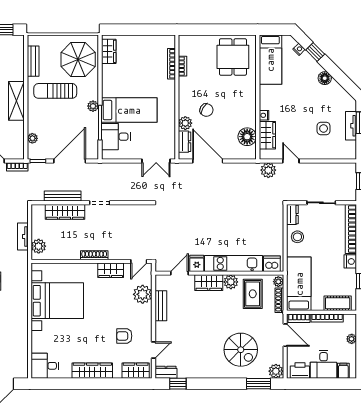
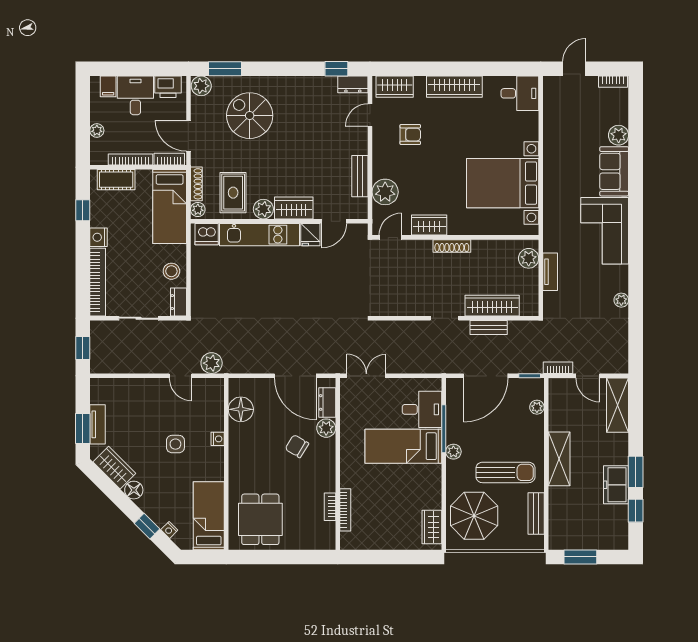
side table: (324, 128) -> (175, 444), moved
wardrobe: (267, 135) -> (114, 468), moved, turned 135
bench: (63, 196) -> (489, 327), width x0.73

